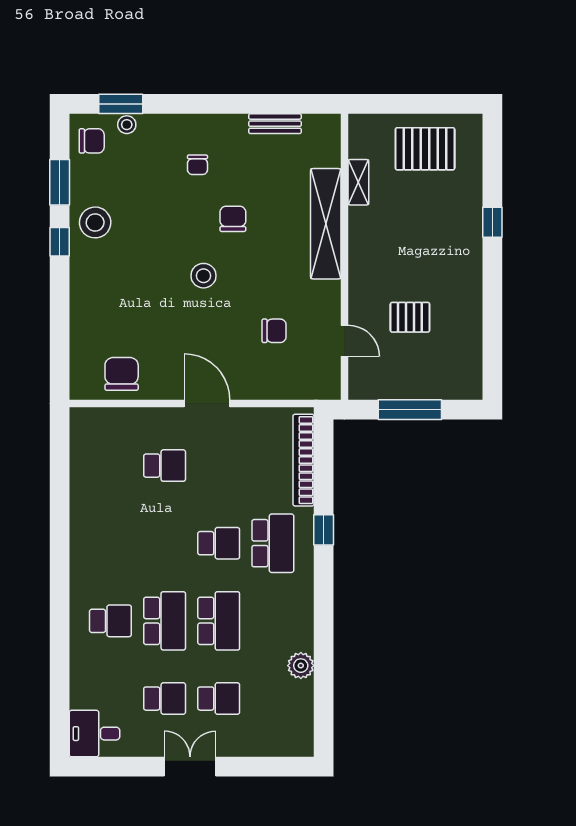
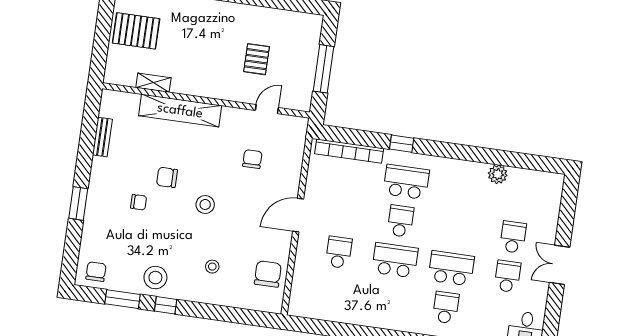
window: (121, 104) -> (78, 203), moved
stool: (127, 125) -> (212, 267), moved
pallet: (425, 149) -> (136, 31), turned 90
chair: (197, 165) -> (139, 202), moved
chair: (122, 374) -> (268, 274), turned 90
school desk: (219, 621) -> (395, 260), moved

